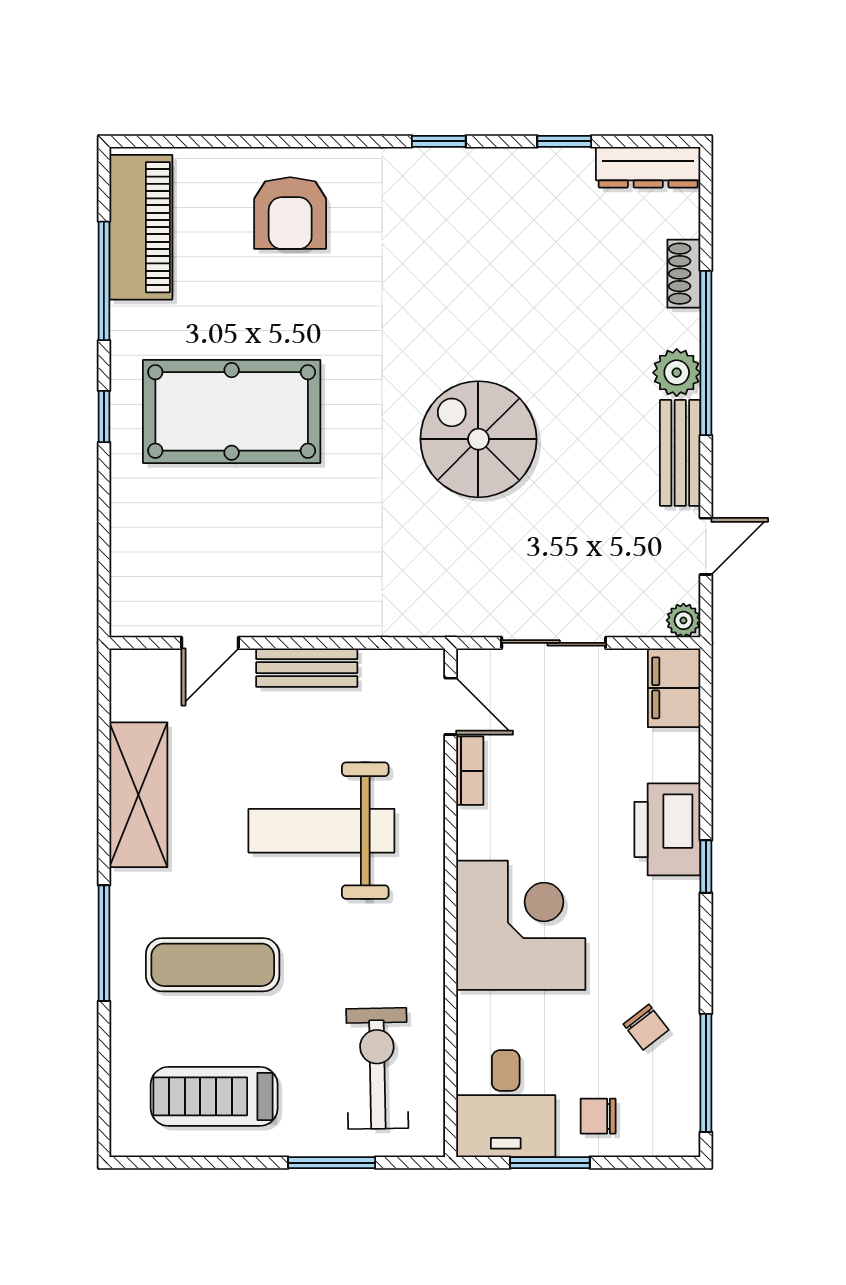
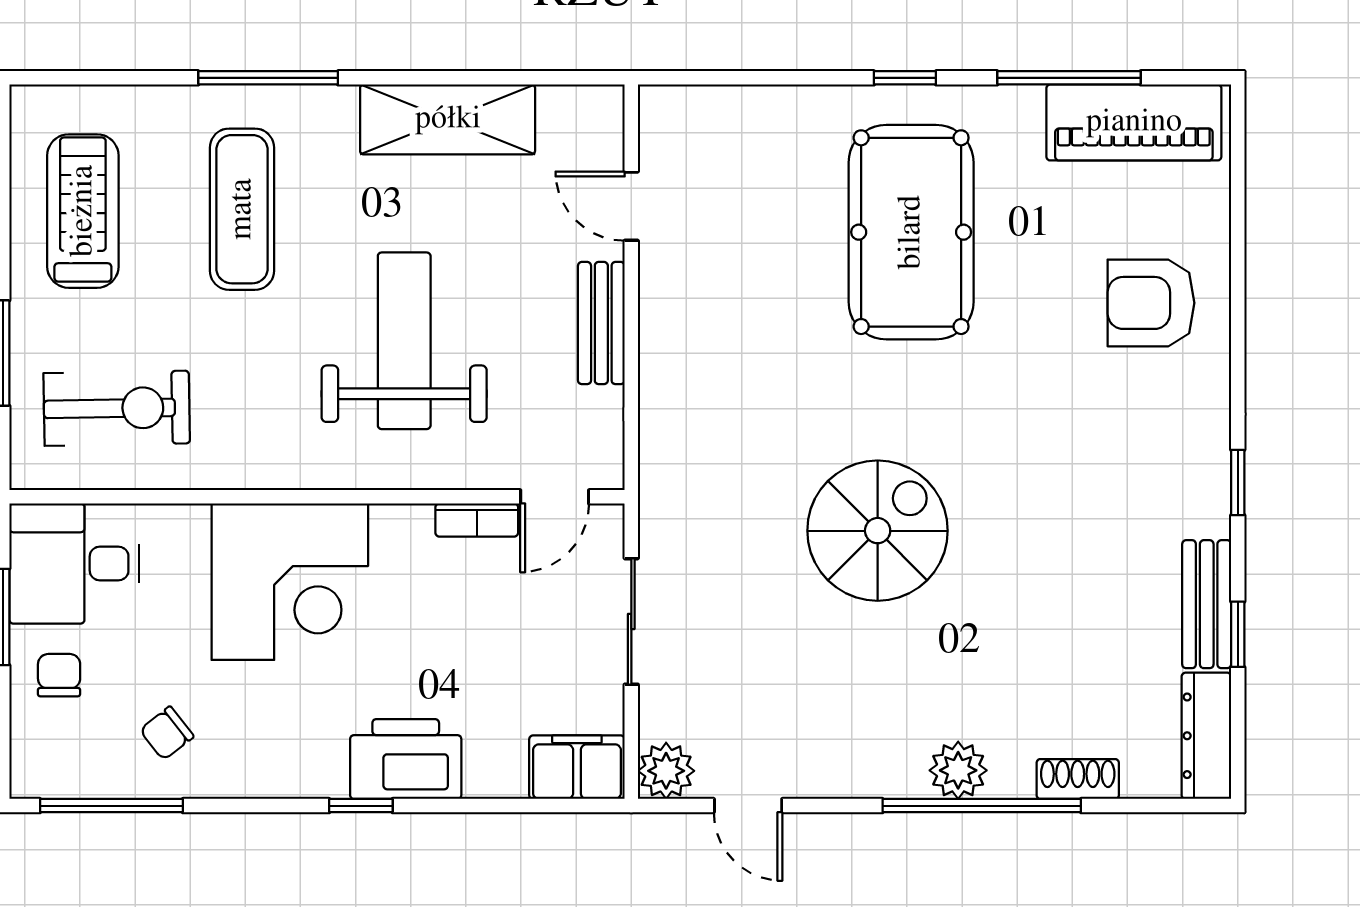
bench: (680, 453) -> (1207, 604), moved, turned 90
plant: (683, 620) -> (666, 771), width x1.38, depth x1.38

